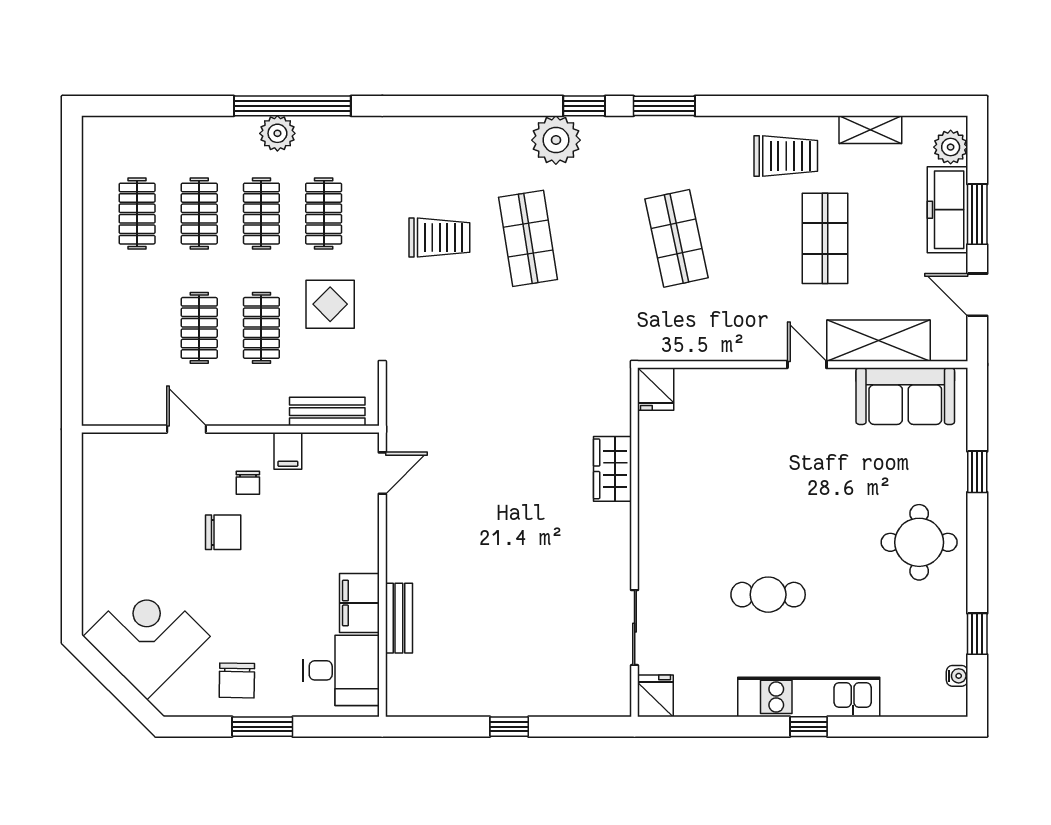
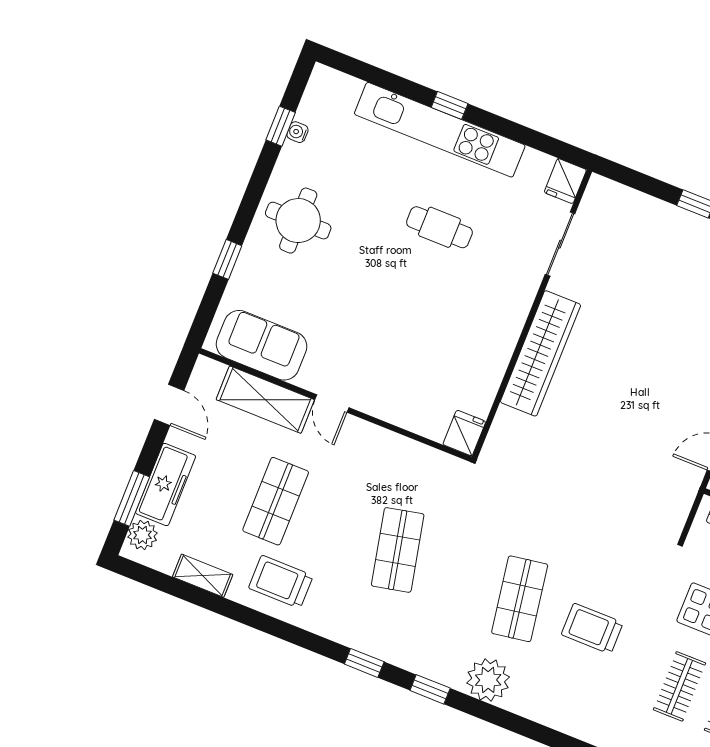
window: (664, 106) -> (364, 663), width x0.67
plant: (556, 140) -> (488, 680), moved
window: (977, 214) -> (132, 498), moved
wardrobe: (612, 469) -> (541, 353), width x2.10, depth x1.17
water cooler: (957, 676) -> (297, 132), moved
kitchen unit: (809, 697) -> (440, 130), width x1.36

